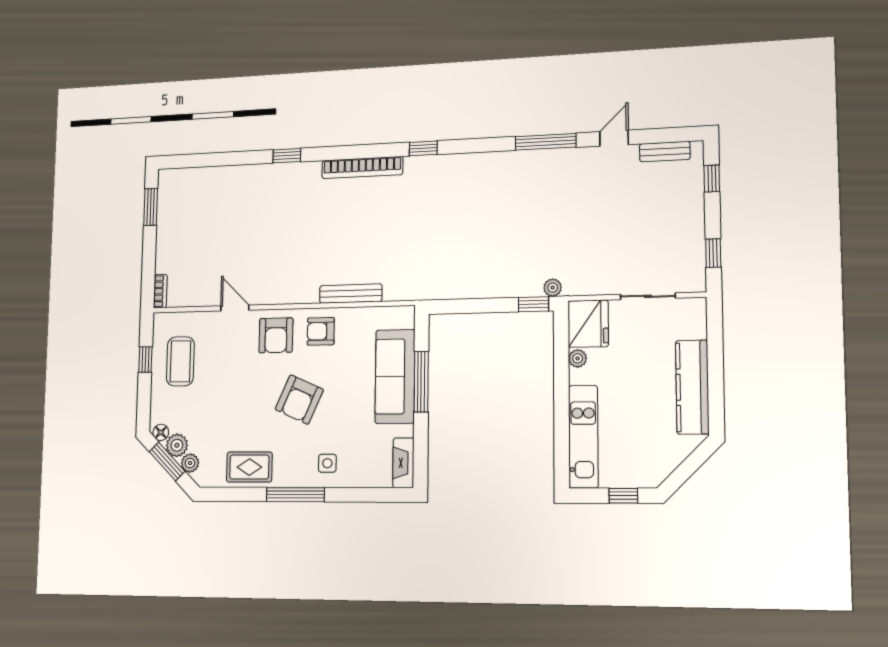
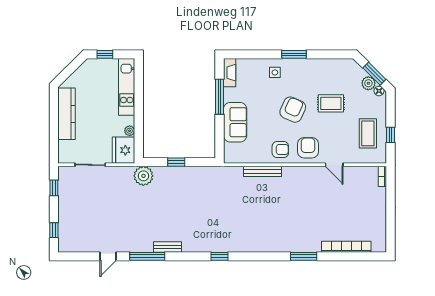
bench: (665, 152) -> (167, 247), moved
window: (287, 156) -> (304, 256), width x1.50
bookcase: (362, 168) -> (346, 247), moved
window: (151, 207) -> (391, 229), removed
plant: (553, 288) -> (143, 176), width x1.88, depth x1.88
window: (533, 304) -> (176, 162), moved
sofa: (395, 376) -> (235, 122), width x0.73
window: (421, 382) -> (220, 97), moved
plant: (190, 463) -> (360, 73), removed
rug: (249, 467) -> (331, 103), moved
window: (295, 495) -> (294, 54), width x0.69

